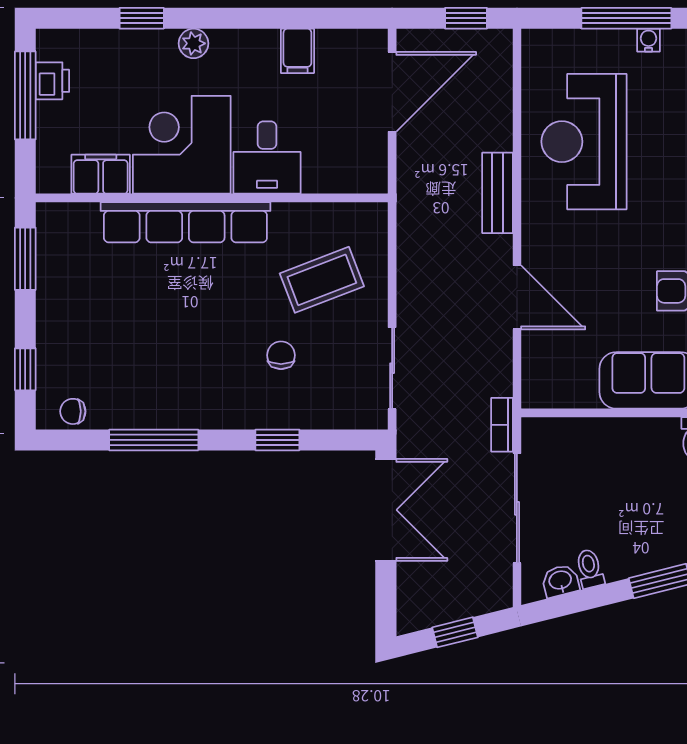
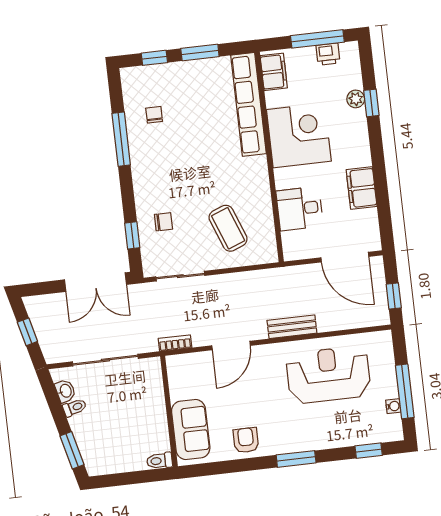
plant: (194, 43) -> (356, 99), moved
filing cabinet: (297, 51) -> (362, 188), width x2.00
desk: (267, 158) -> (300, 209), moved
filing cabinet: (101, 174) -> (274, 72), moved
row of seats: (185, 222) -> (249, 104), moved
window: (25, 259) -> (200, 52), moved
chair: (281, 355) -> (163, 222), moved
chair: (73, 411) -> (154, 115), moved
bookcase: (502, 425) -> (175, 343), moved
window: (277, 440) -> (132, 235), moved

